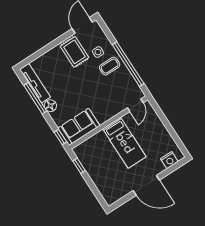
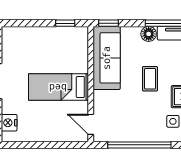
coffee table: (110, 66) -> (150, 79), moved
sofa: (79, 127) -> (107, 58), width x1.36

